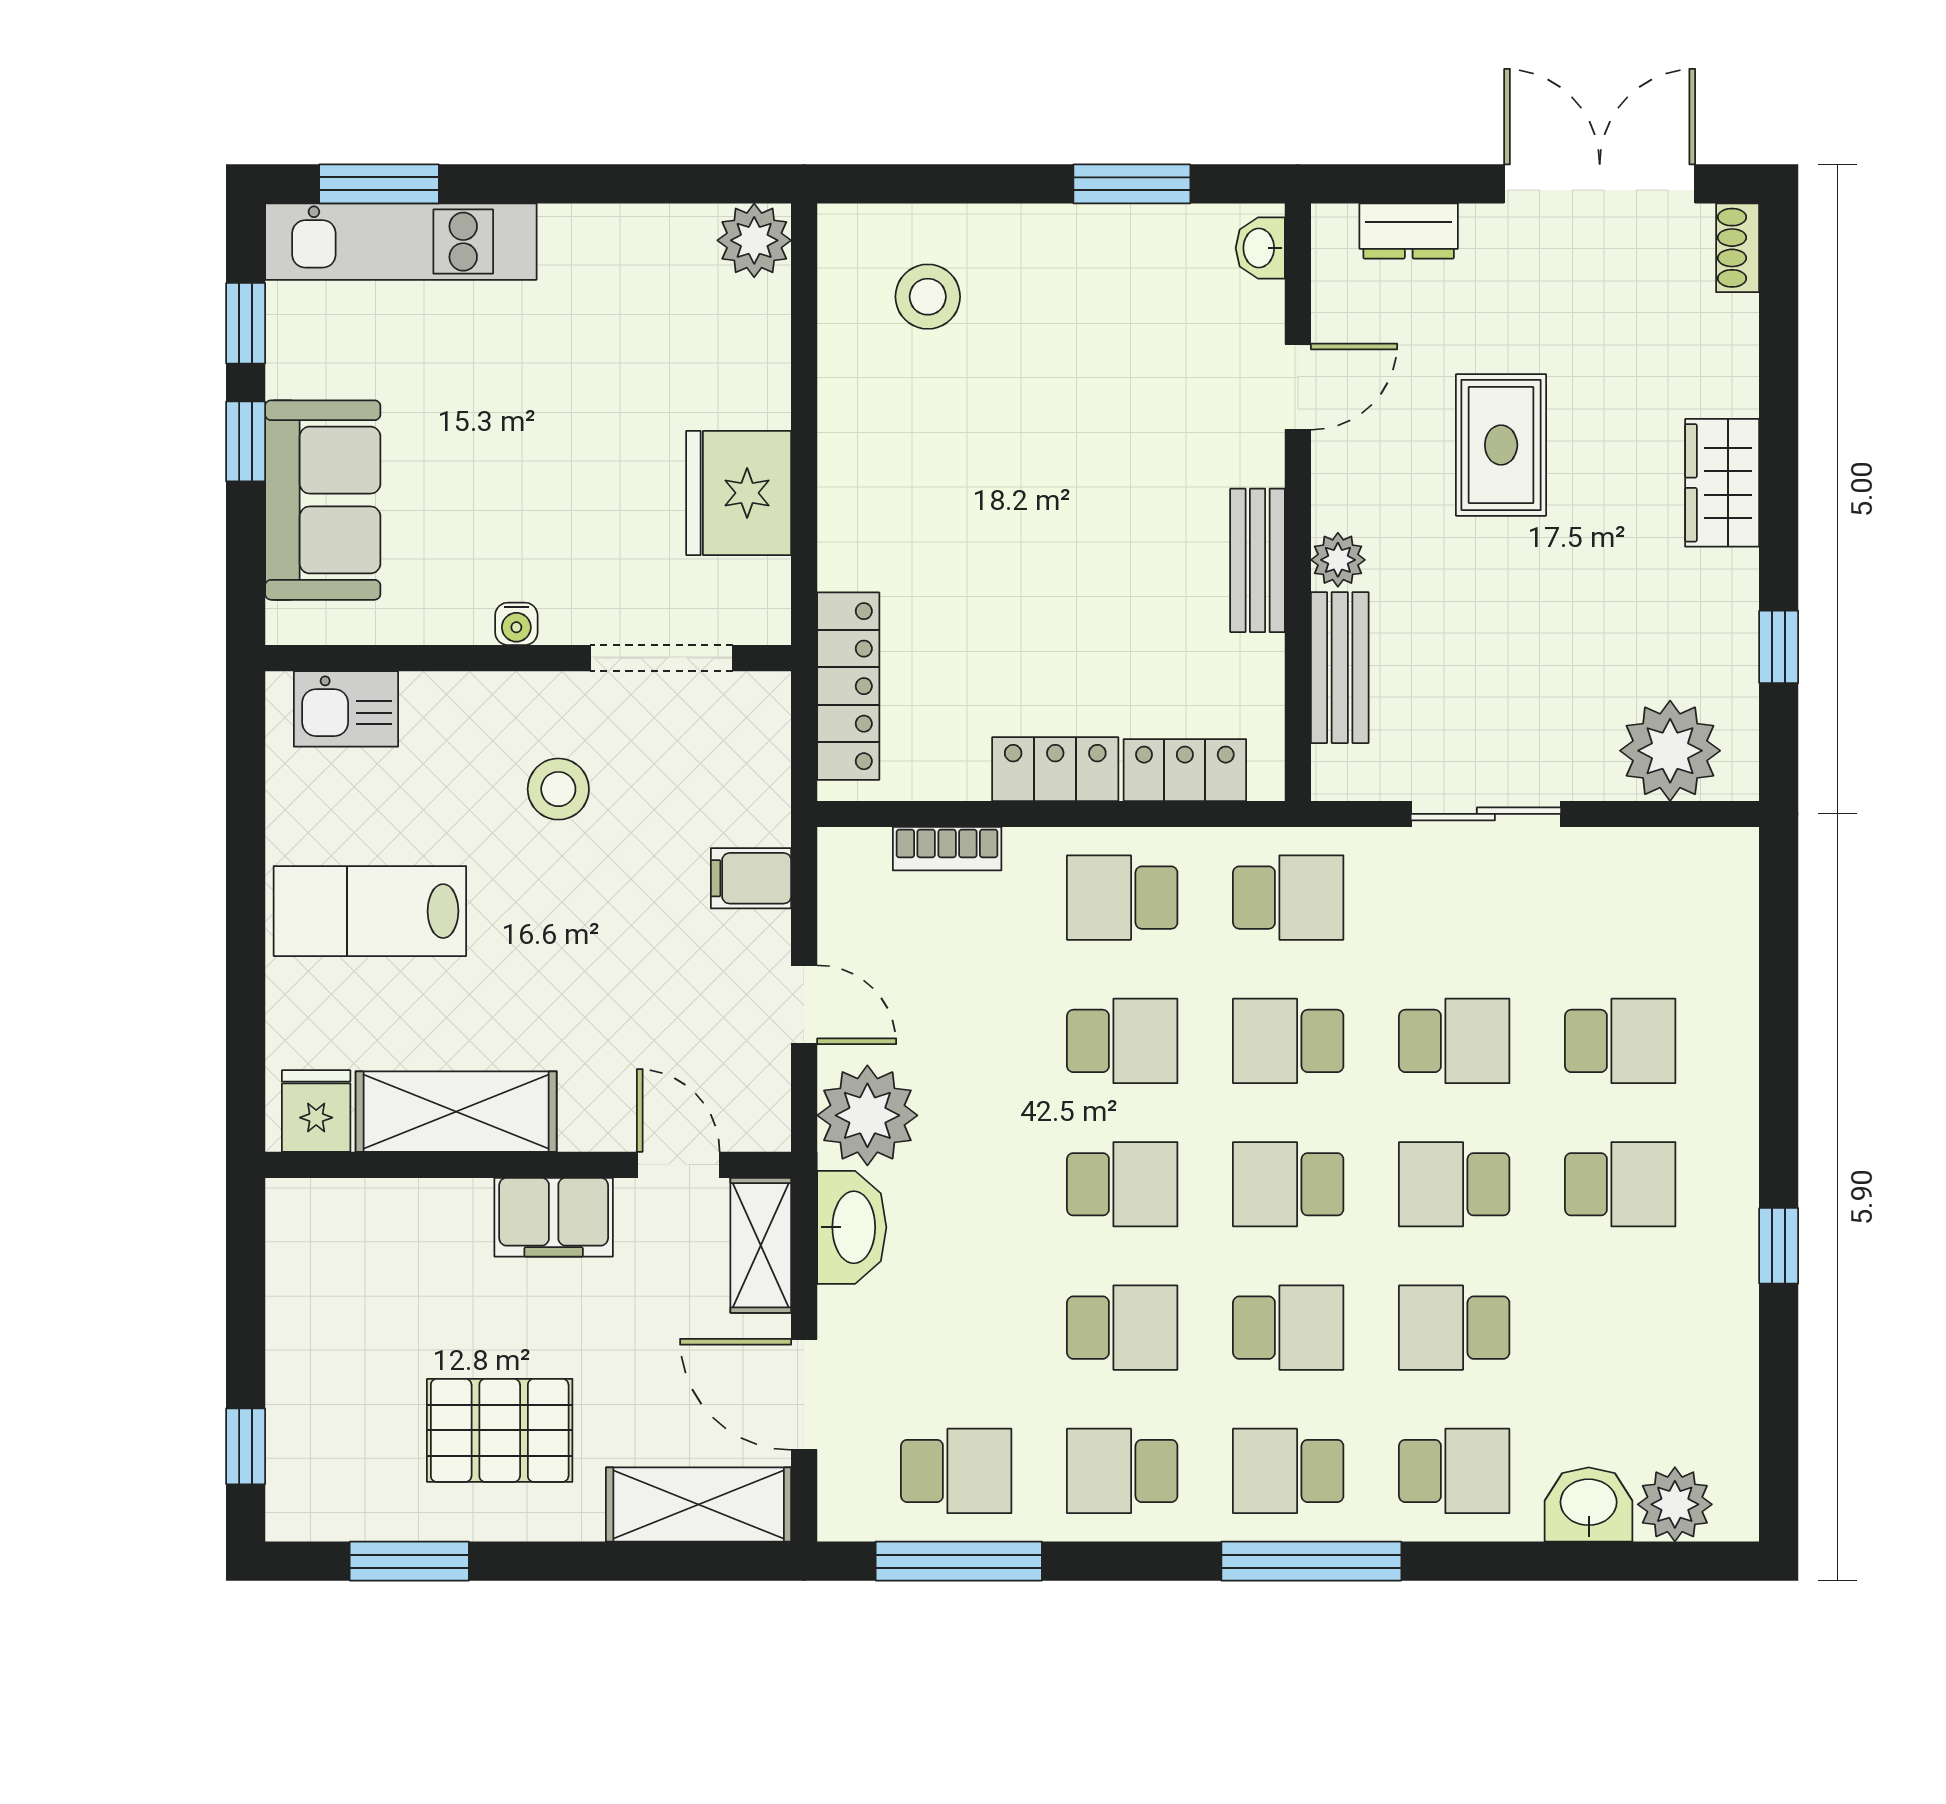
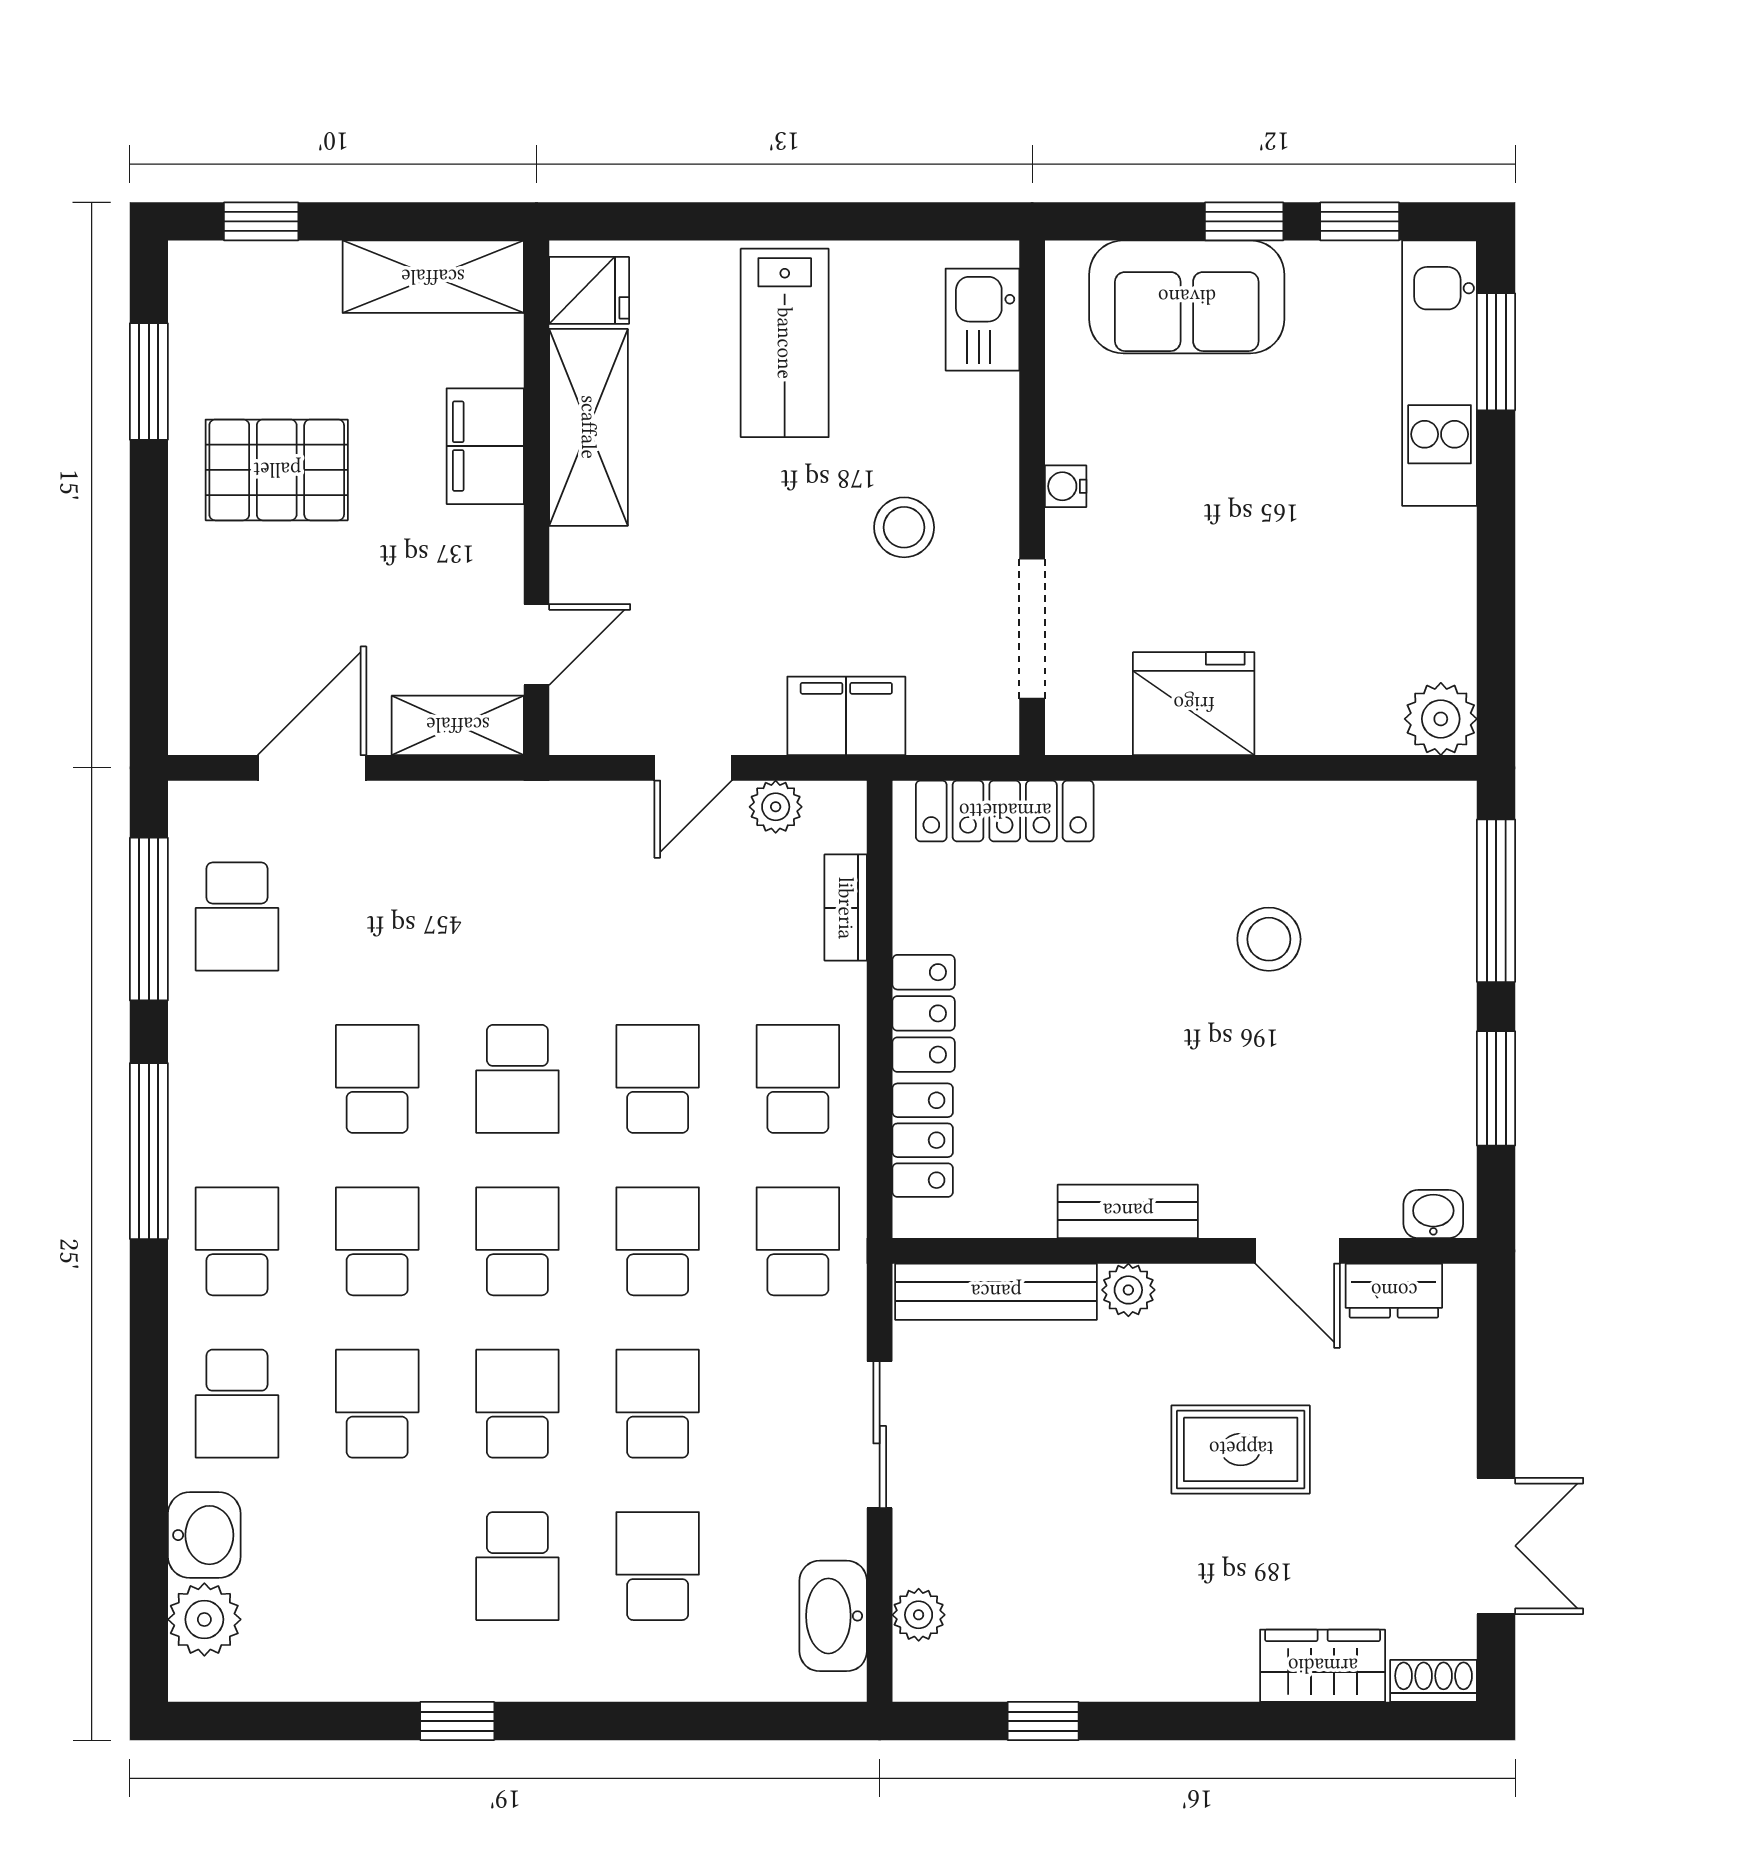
window: (940, 184) -> (1496, 901), added
double door: (1600, 184) -> (1496, 1546), width x0.73
dresser: (1409, 231) -> (1394, 1291), moved, turned -90
stool: (928, 297) -> (1269, 939), moved
wardrobe: (1722, 483) -> (1323, 1666), moved
bench: (1340, 668) -> (996, 1292), width x1.36
plant: (1670, 751) -> (919, 1615), width x0.53, depth x0.53
filing cabinet: (751, 878) -> (846, 716), width x2.00
school desk: (1288, 898) -> (798, 1241), turned 180
lab bench: (370, 911) -> (785, 343), turned 180
school desk: (1122, 1041) -> (658, 1079), turned 180
school desk: (1454, 1041) -> (658, 1404), turned 180
school desk: (1620, 1041) -> (658, 1566), turned 180
plant: (867, 1115) -> (776, 807), moved, width x0.53, depth x0.53
filing cabinet: (554, 1217) -> (485, 446), moved
washbasin: (852, 1227) -> (833, 1616), moved, turned 90
school desk: (1122, 1328) -> (377, 1079), turned 180
school desk: (1288, 1328) -> (377, 1241), turned 180
pallet: (500, 1430) -> (277, 470), turned 90
school desk: (1122, 1471) -> (237, 1079), removed
shelving: (699, 1505) -> (433, 277), moved, turned 90
window: (1311, 1561) -> (149, 1151), moved

